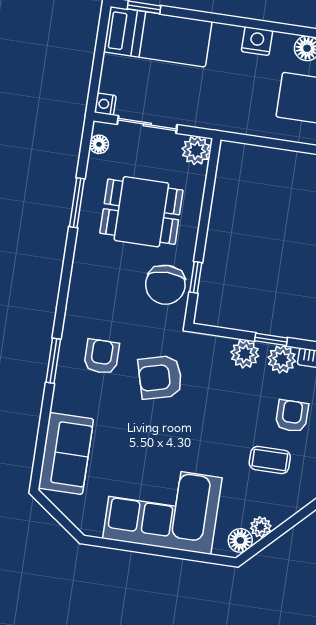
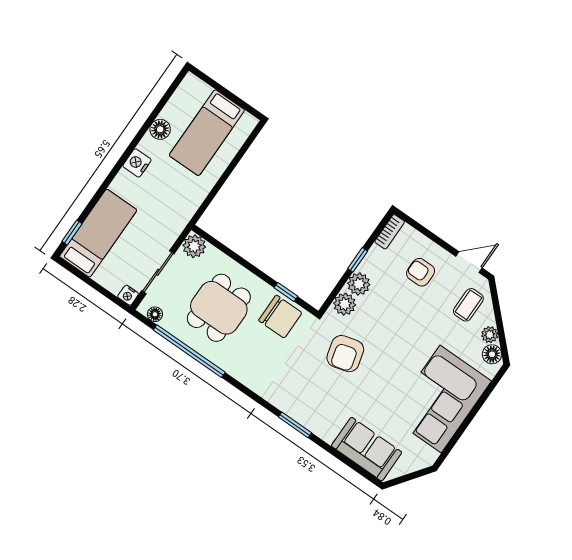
window: (77, 203) -> (189, 351), width x2.11
armchair: (102, 356) -> (309, 389), removed
plant: (282, 359) -> (345, 304), moved
coffee table: (270, 460) -> (468, 305), moved

